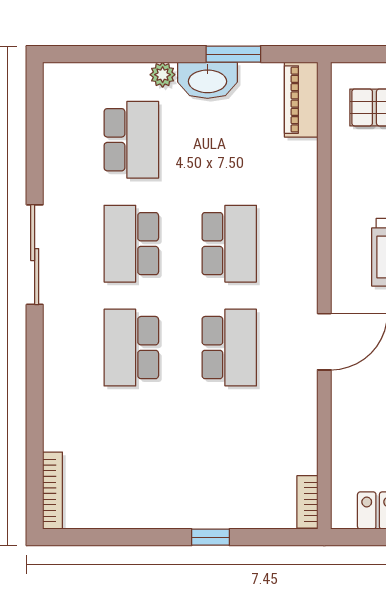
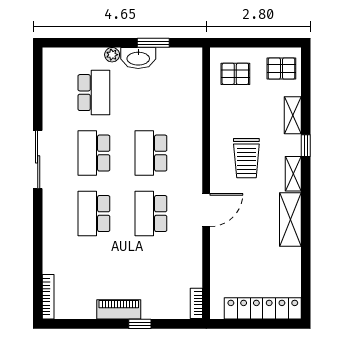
piano: (301, 100) -> (119, 309), moved, turned 90
school desk: (229, 244) -> (151, 153), turned 180
school desk: (229, 348) -> (151, 214), turned 180

